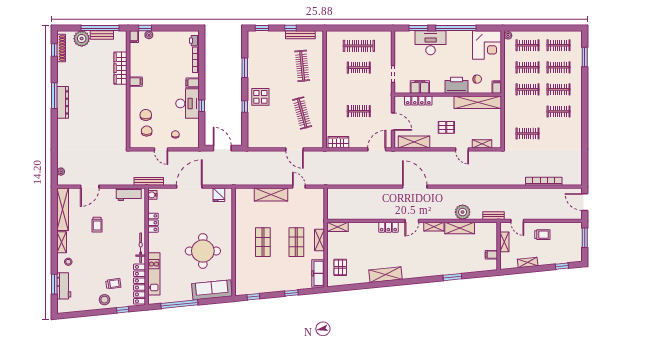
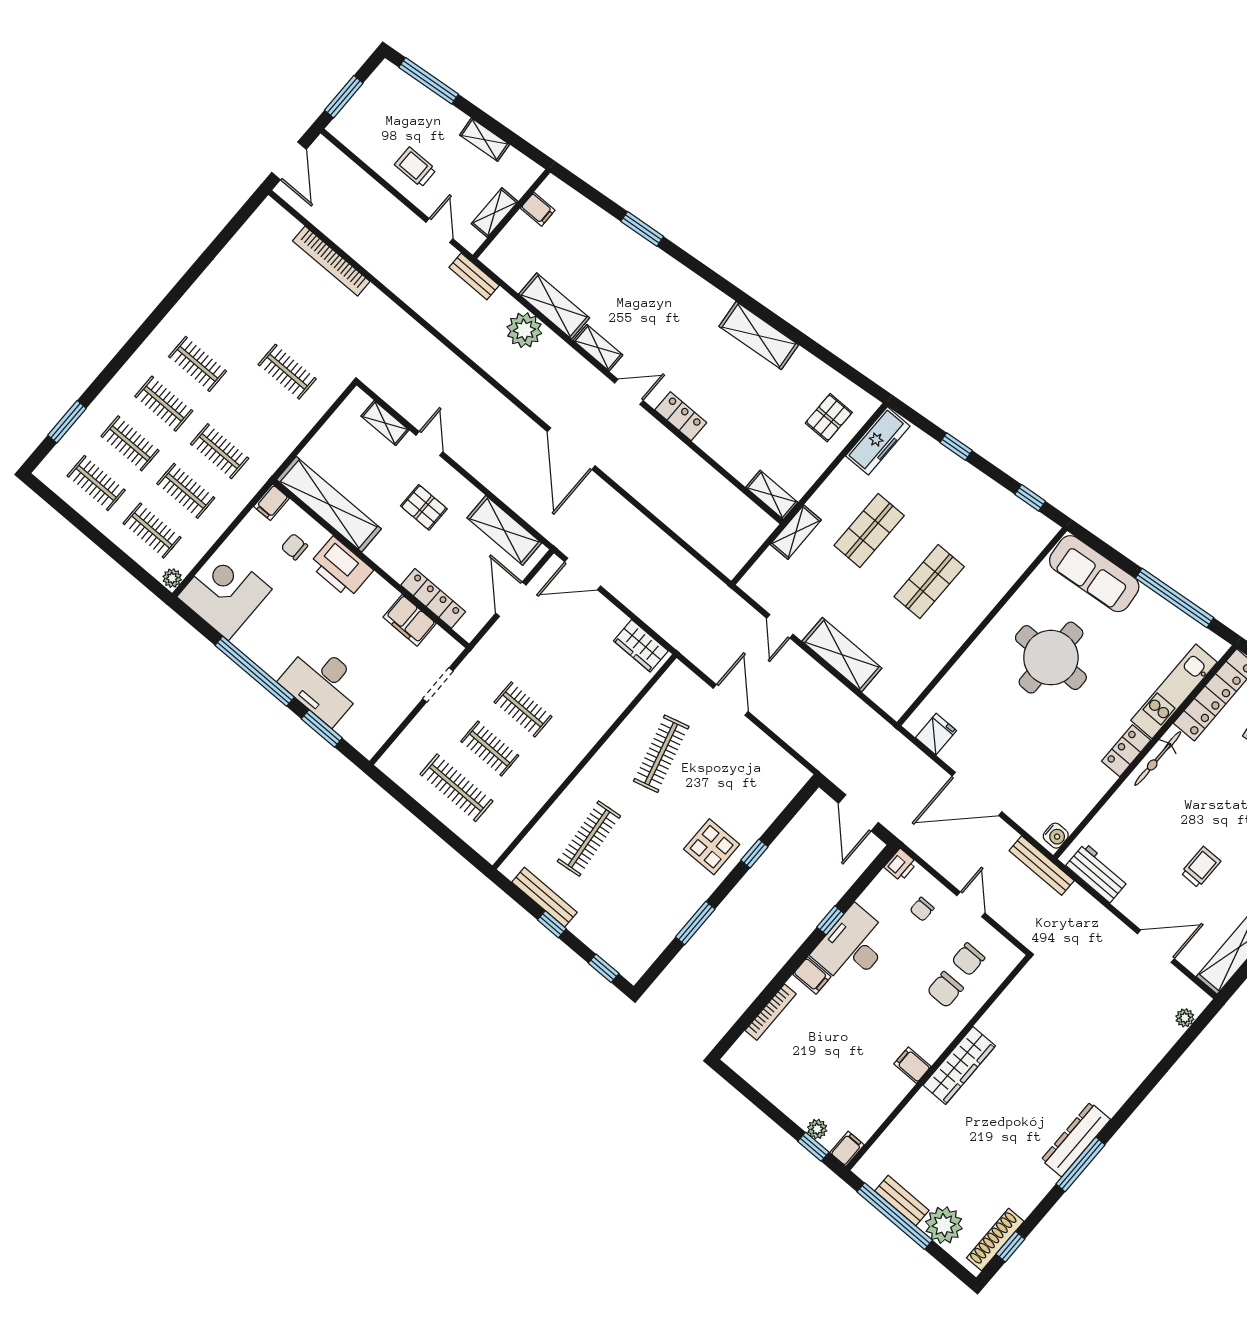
printer: (194, 41) -> (901, 865), moved
wardrobe: (120, 68) -> (959, 1066), moved
clothes rail: (359, 111) -> (523, 709), moved
locker: (153, 223) -> (1126, 751), moved
shelving: (320, 240) -> (796, 532), moved
window: (562, 266) -> (429, 81), width x2.17

